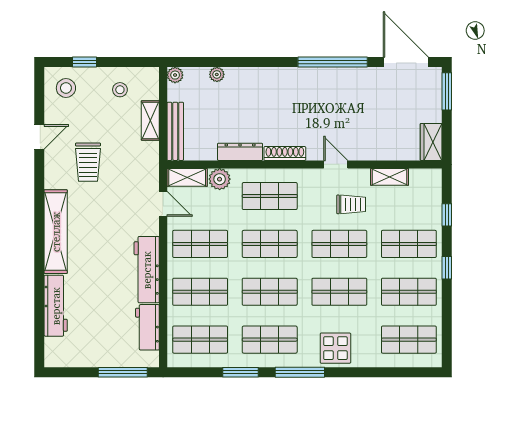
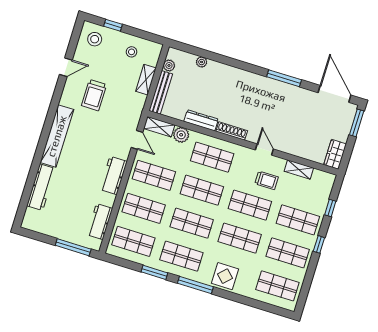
window: (333, 62) -> (284, 78), width x0.68
plant: (175, 75) -> (169, 65), moved
workbench: (147, 270) -> (114, 175), width x0.73

